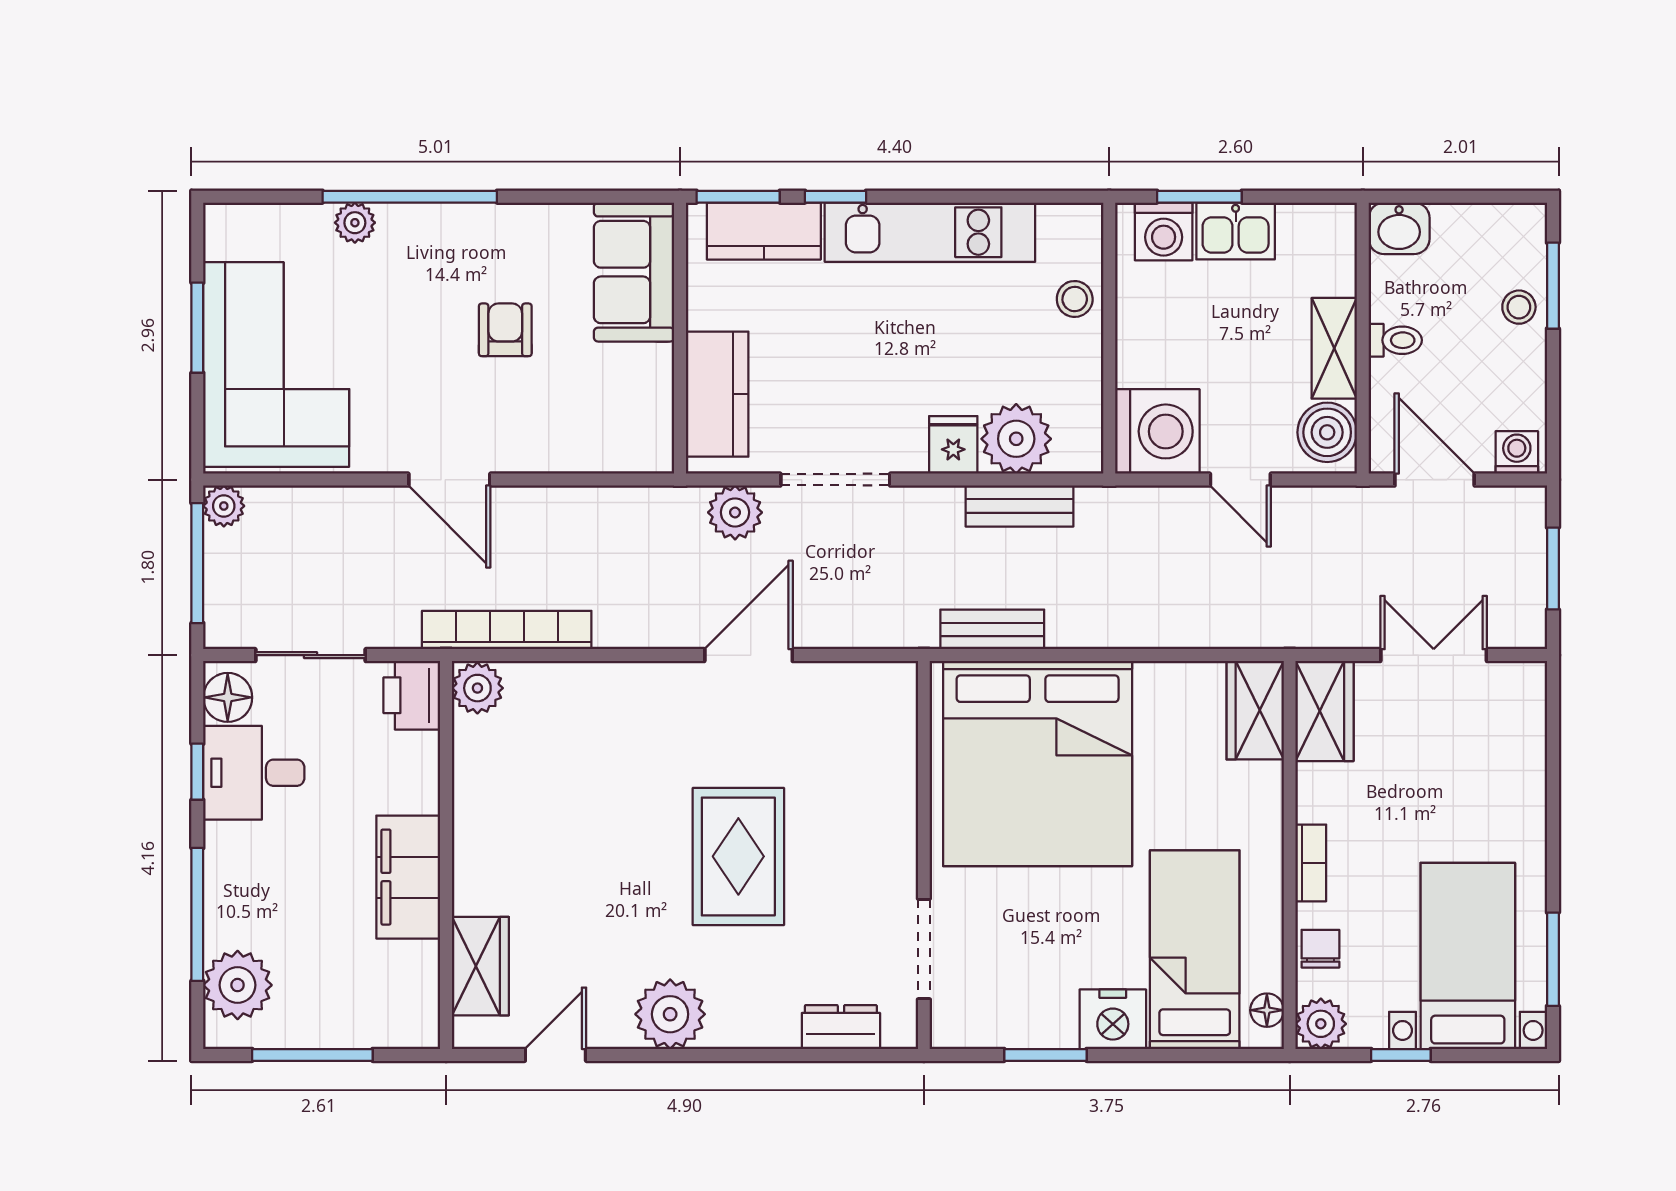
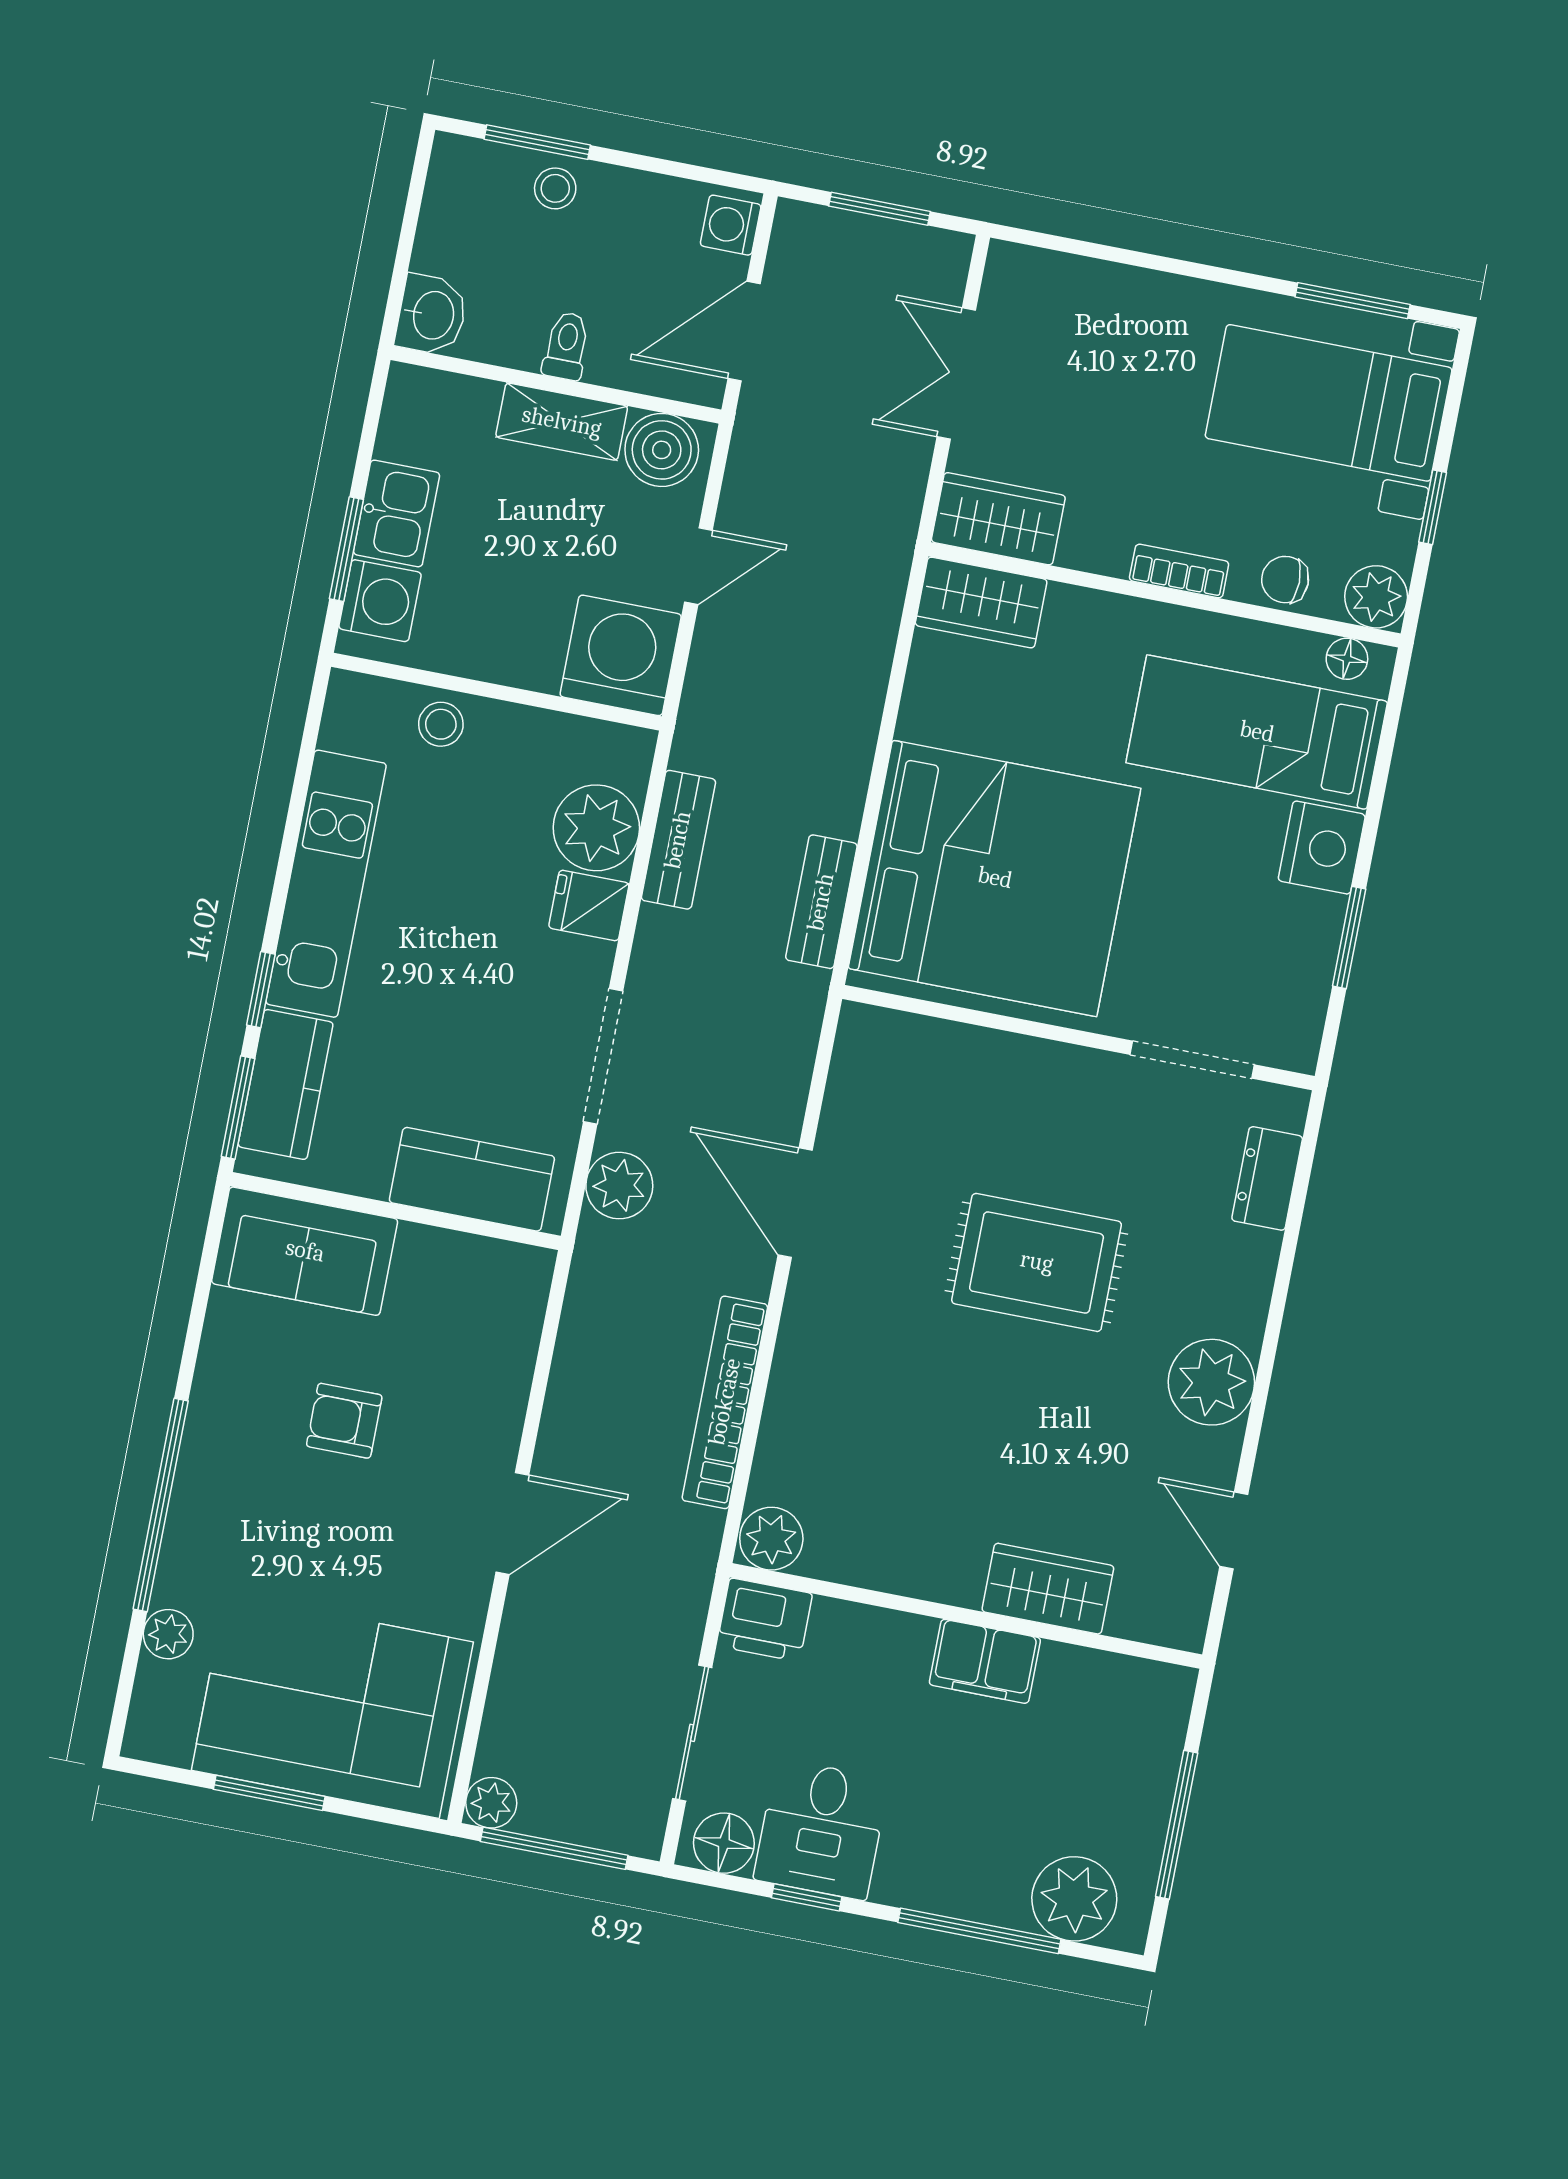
plant: (355, 223) -> (168, 1634), moved
bookcase: (507, 630) -> (725, 1402), moved
filing cabinet: (408, 877) -> (985, 1661), width x0.67, depth x0.86
wardrobe: (480, 966) -> (1048, 1589), moved

